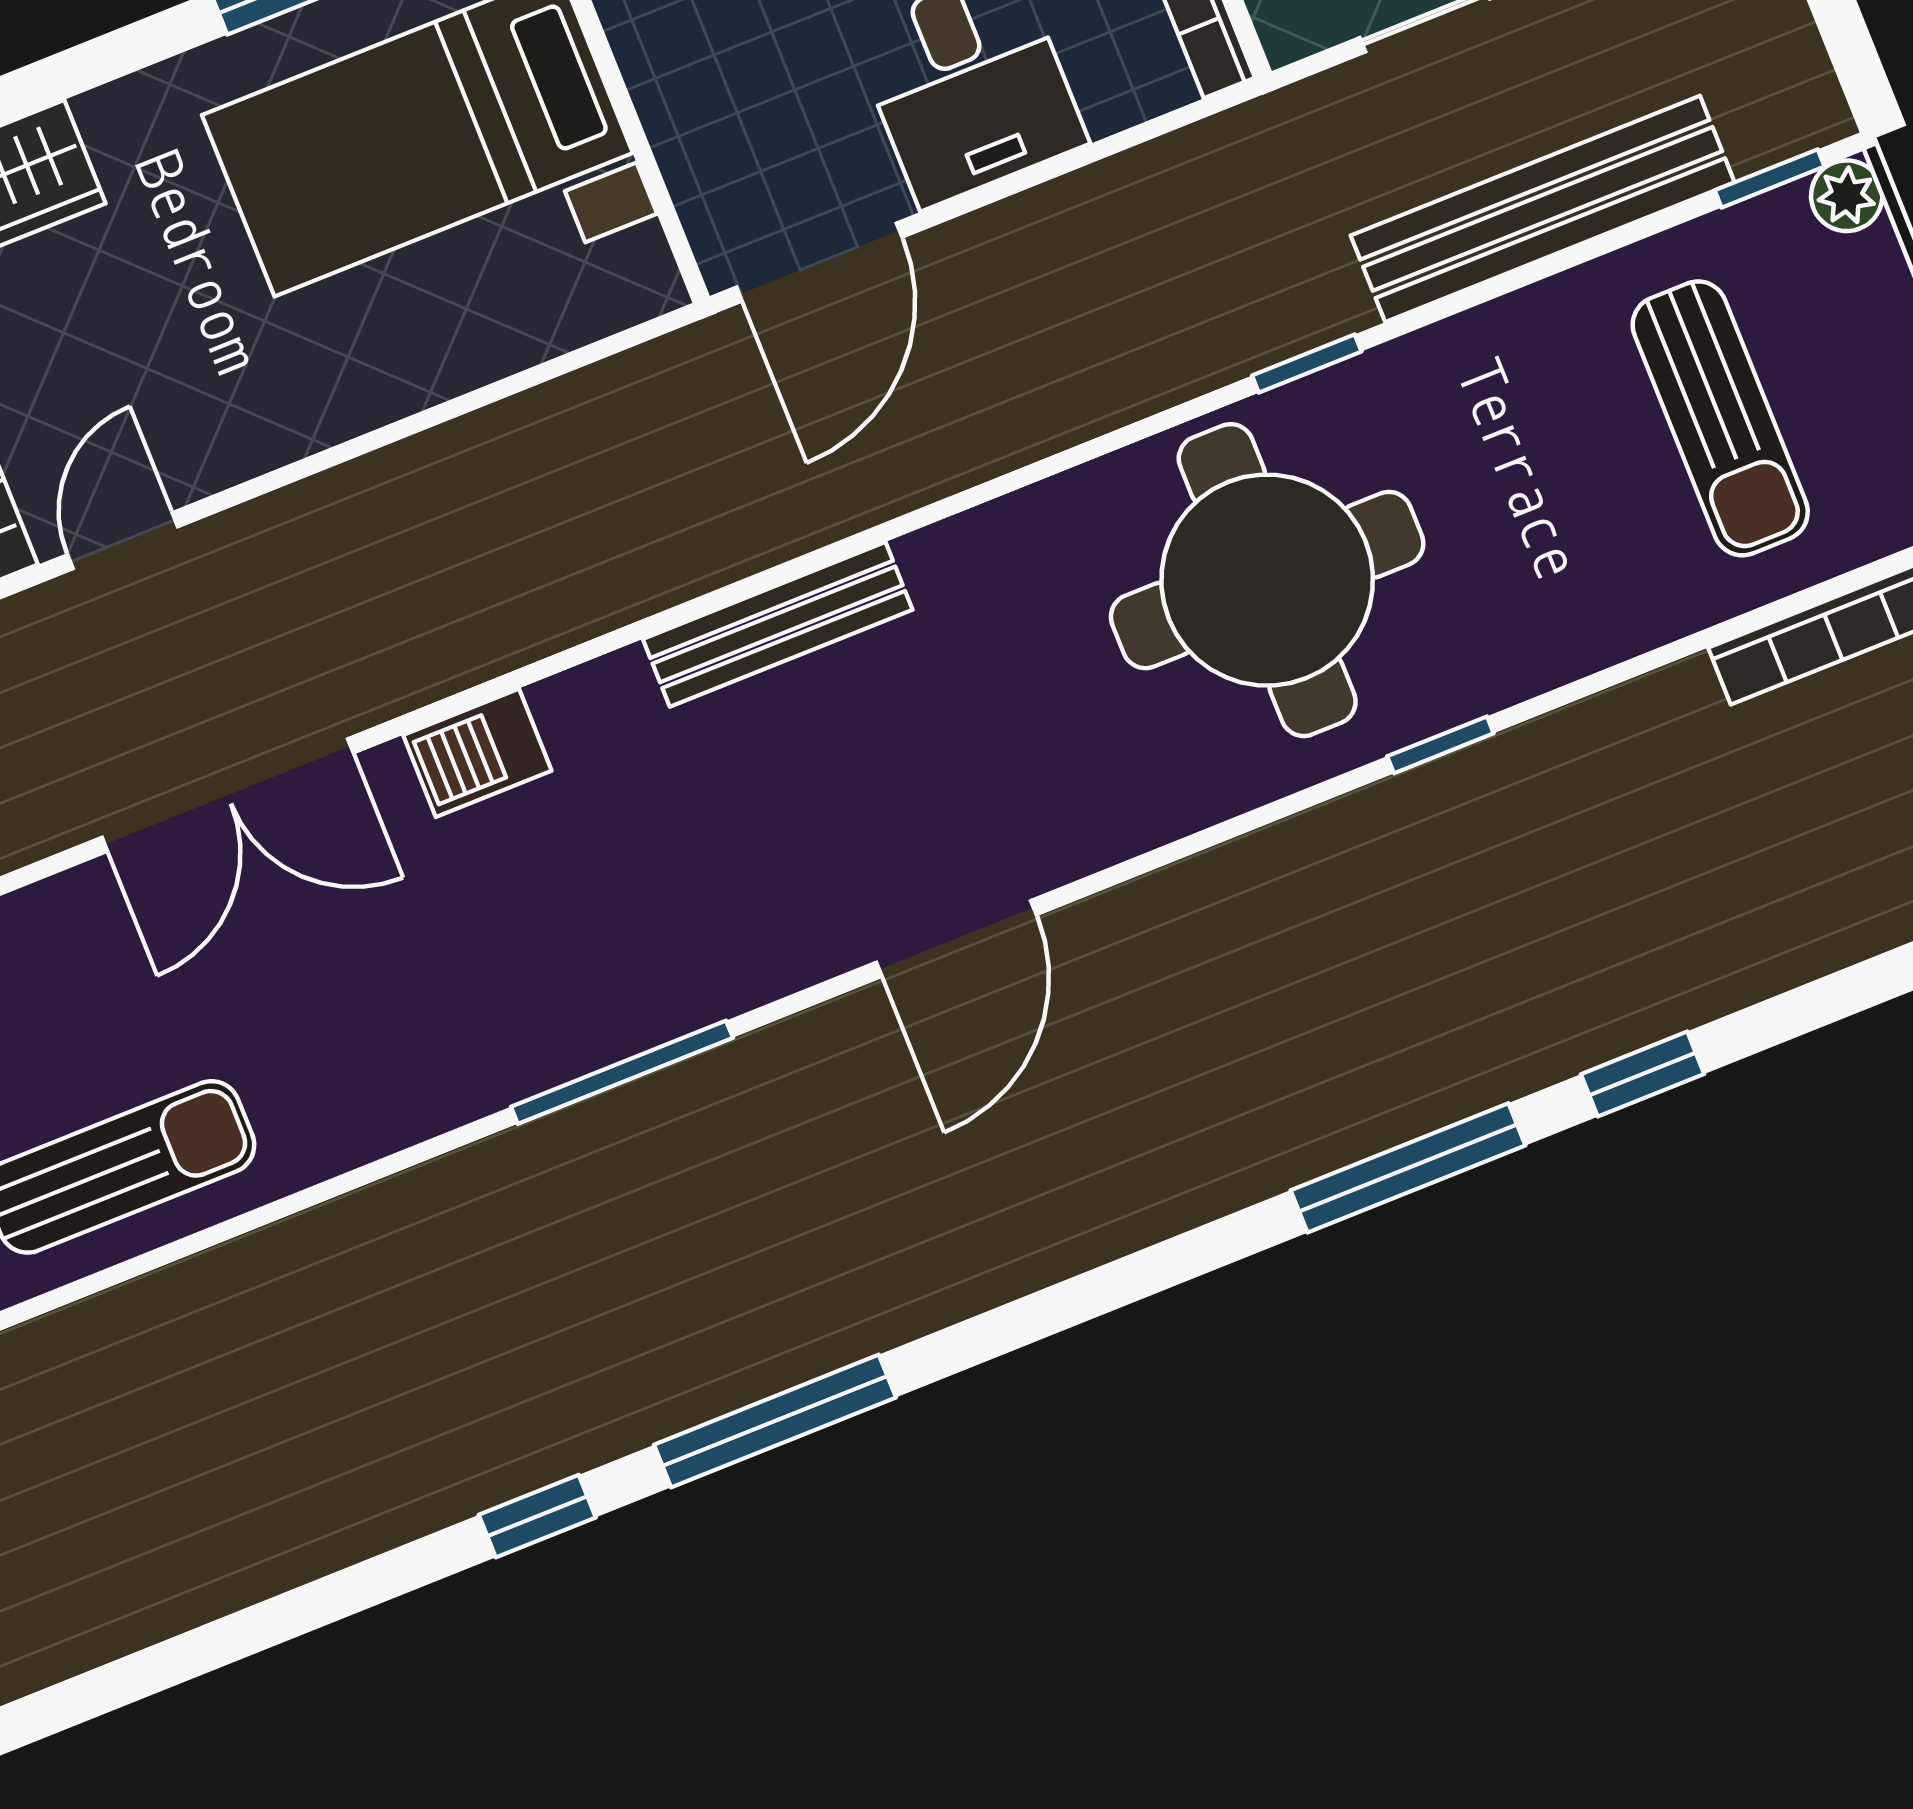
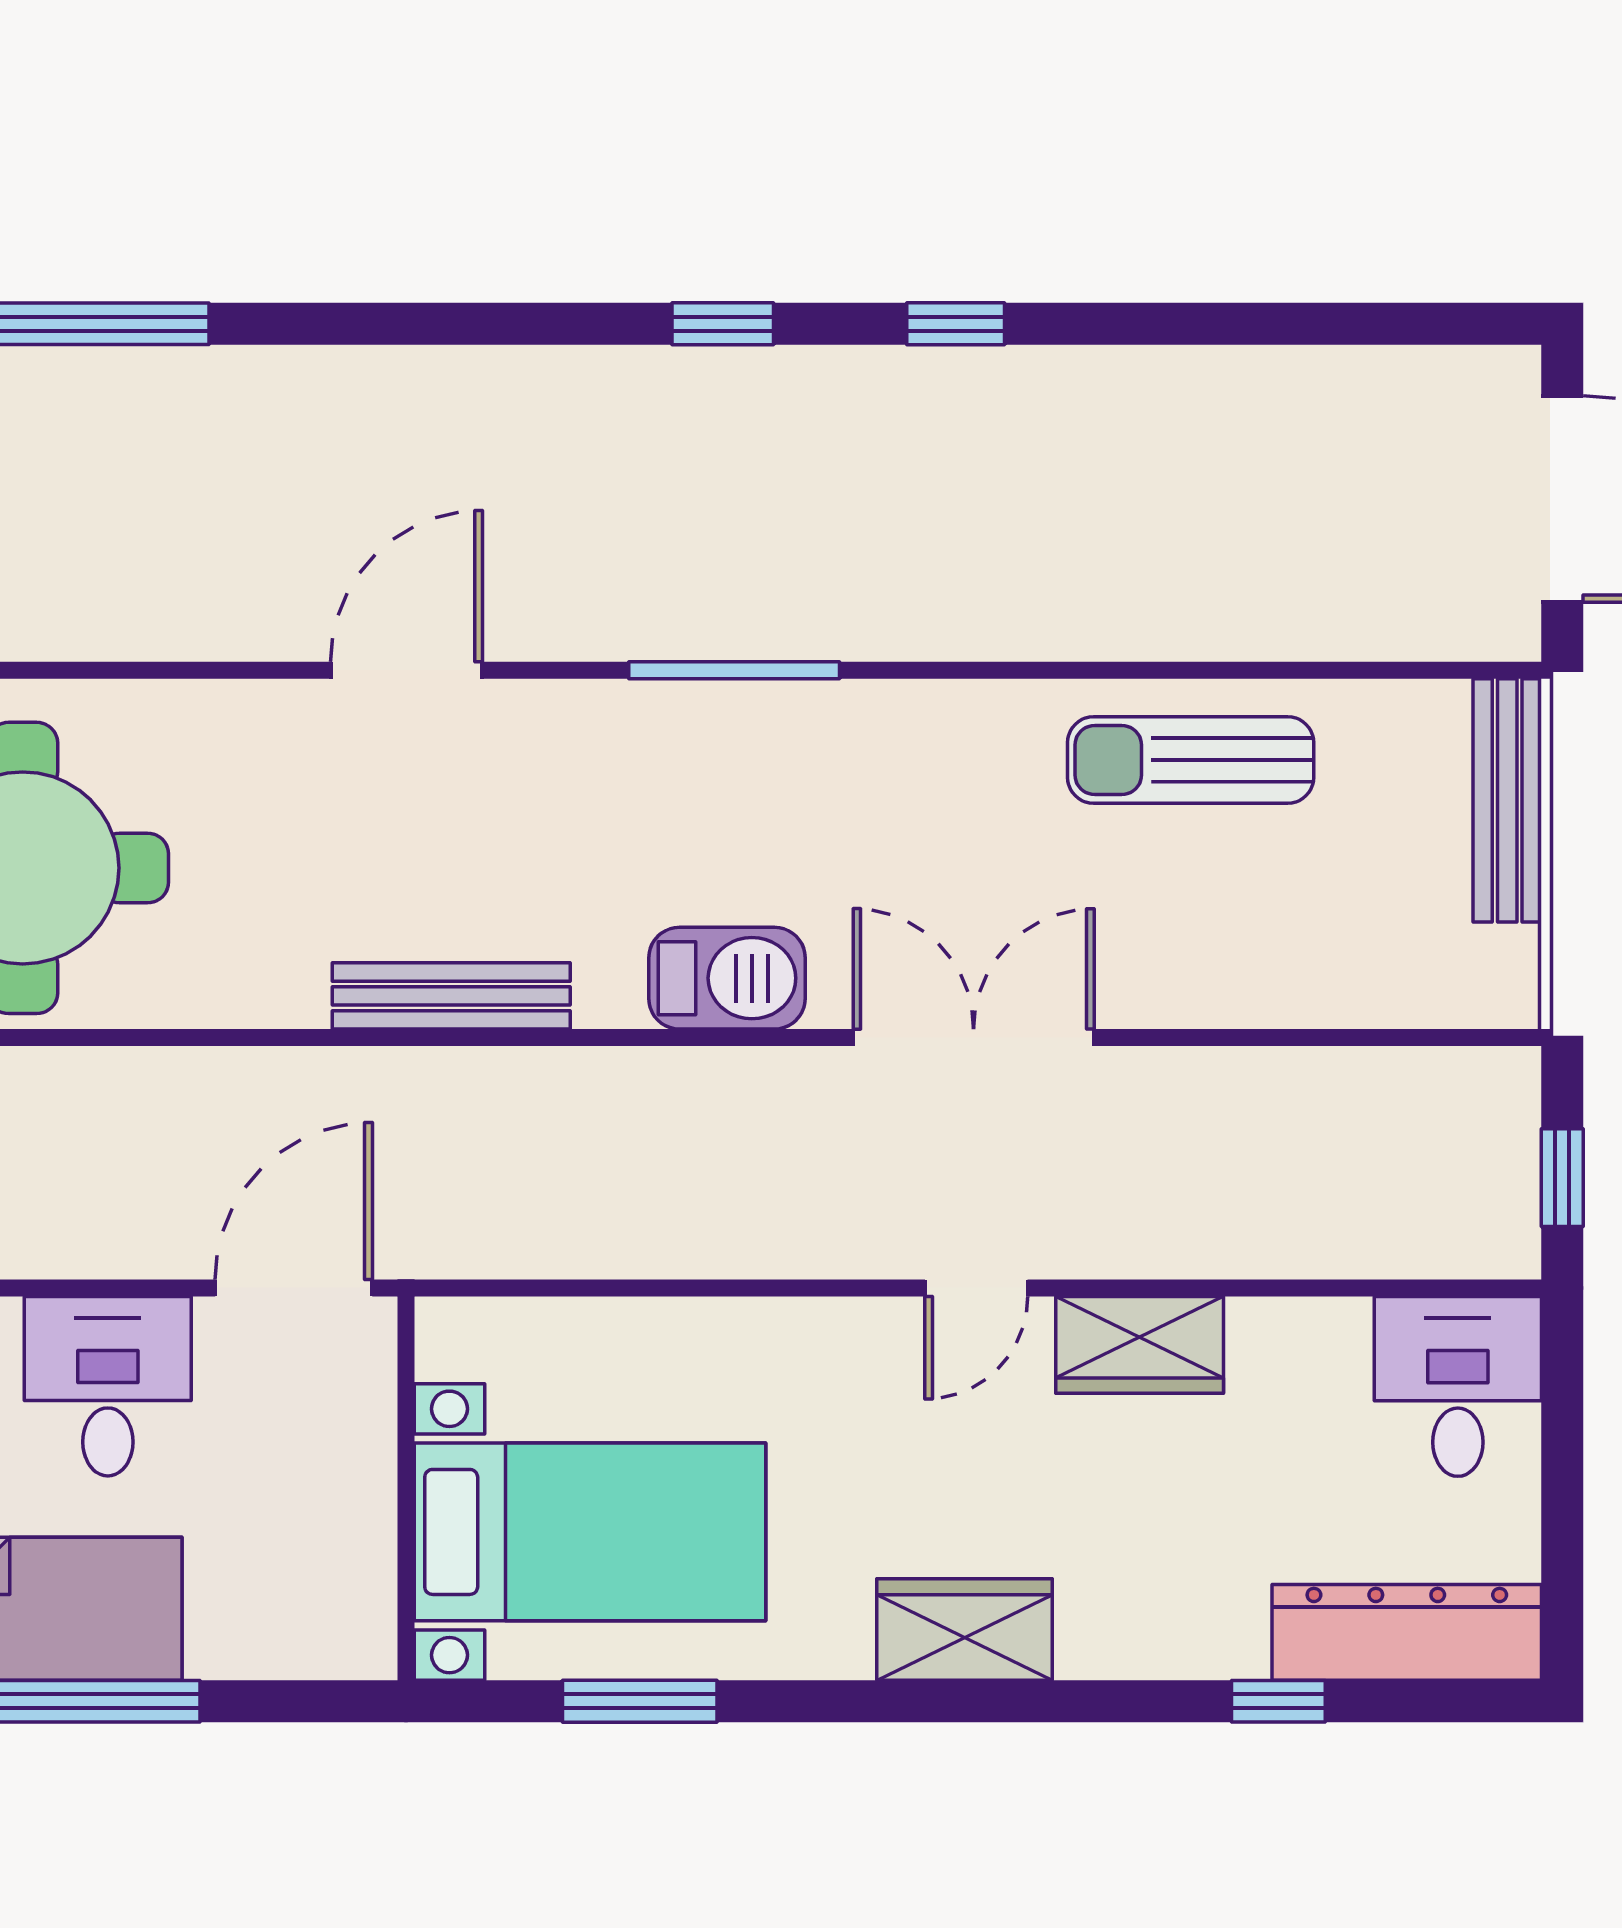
barbecue: (477, 753) -> (727, 978), width x1.38, depth x1.27
window: (775, 1421) -> (723, 324), width x0.46

